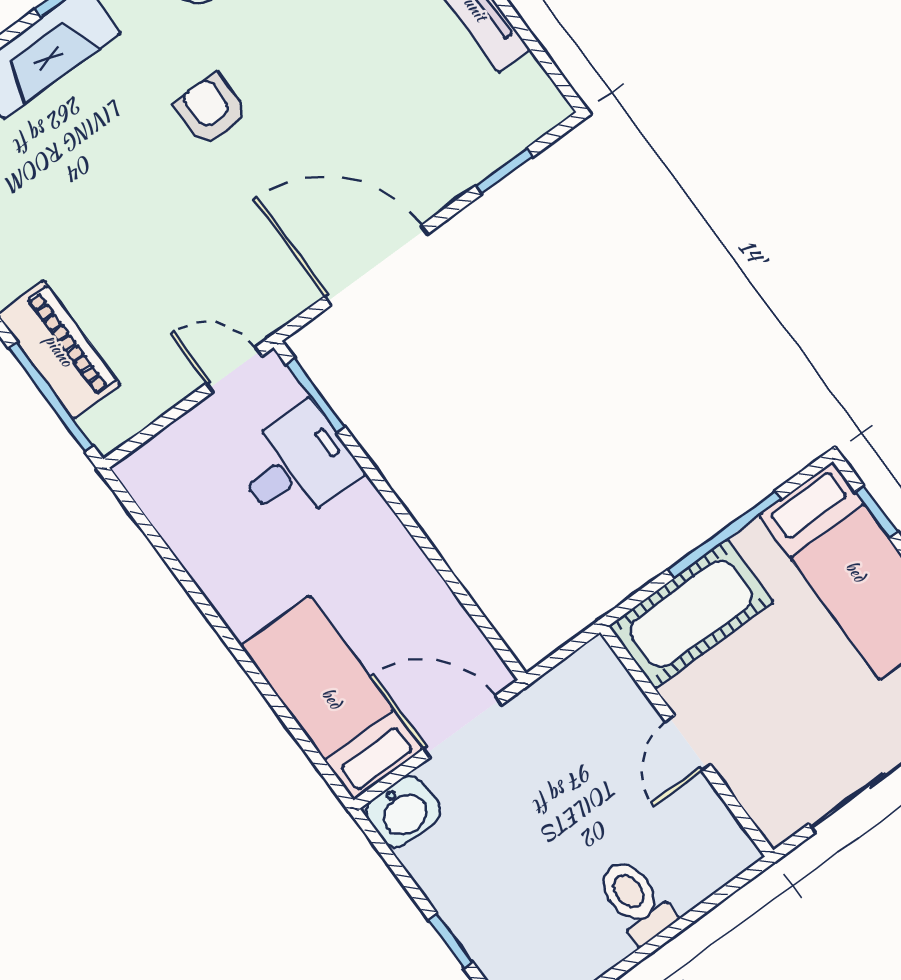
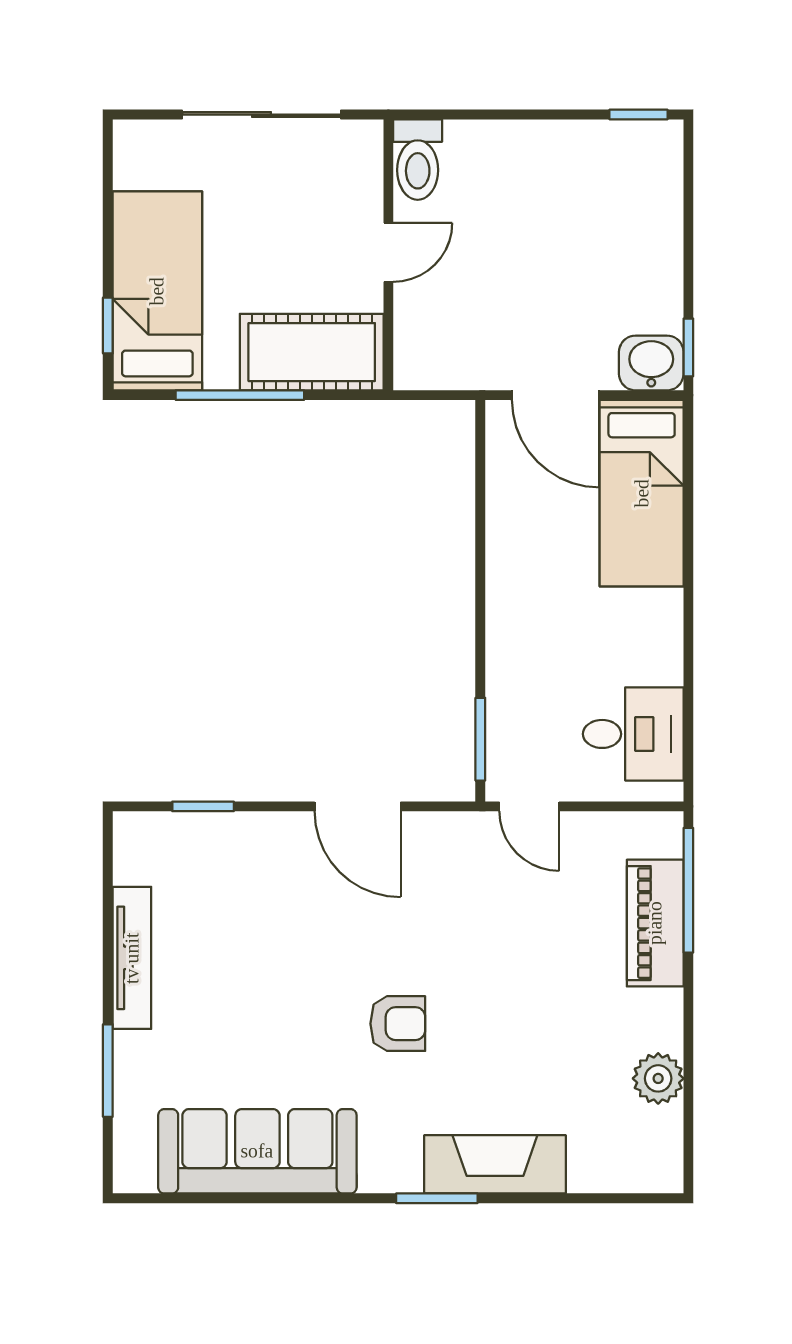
armchair: (211, 110) -> (398, 1024), turned -90
door: (376, 265) -> (358, 806), width x0.73
desk: (296, 465) -> (633, 734), moved, turned 180
toilet: (635, 900) -> (418, 160), moved
window: (450, 941) -> (688, 347), moved

